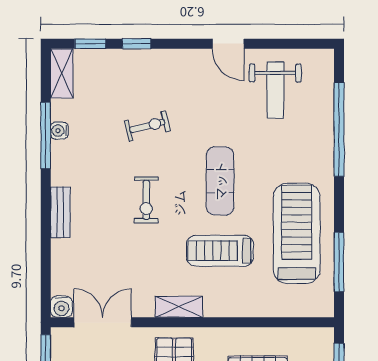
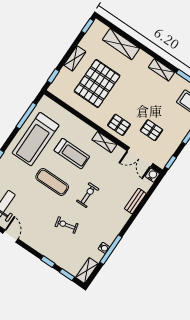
exercise mat: (220, 181) -> (52, 182), turned 90
bench: (60, 212) -> (135, 201), moved

